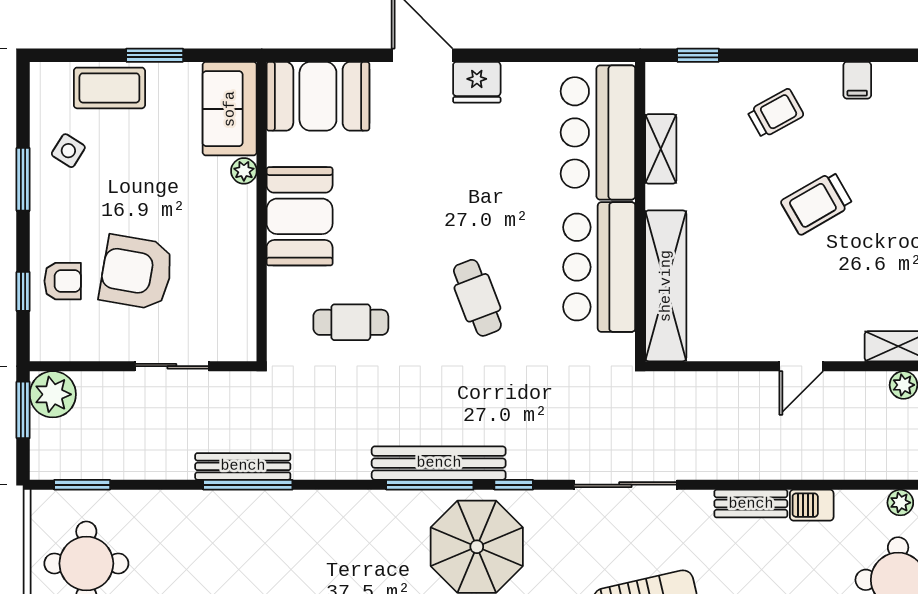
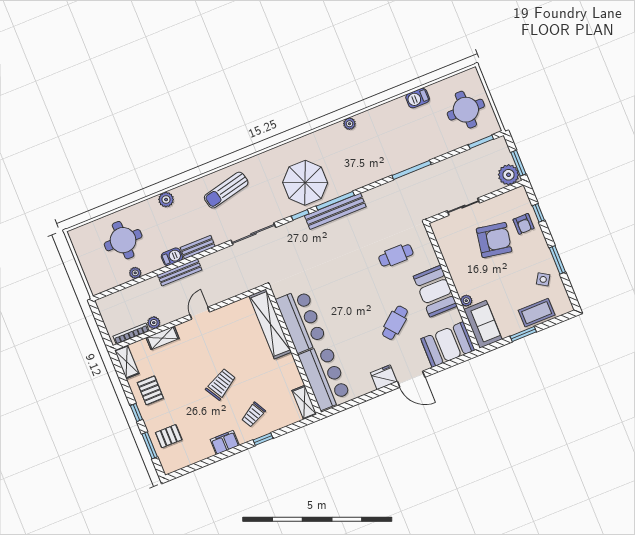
window: (698, 55) -> (263, 439), moved
filing cabinet: (857, 80) -> (225, 442), width x2.00
shelving: (661, 149) -> (304, 402), moved
armchair: (63, 281) -> (524, 224), turned -90
cafe table: (477, 298) -> (395, 323), moved, turned 72
bench: (243, 466) -> (180, 272), moved

